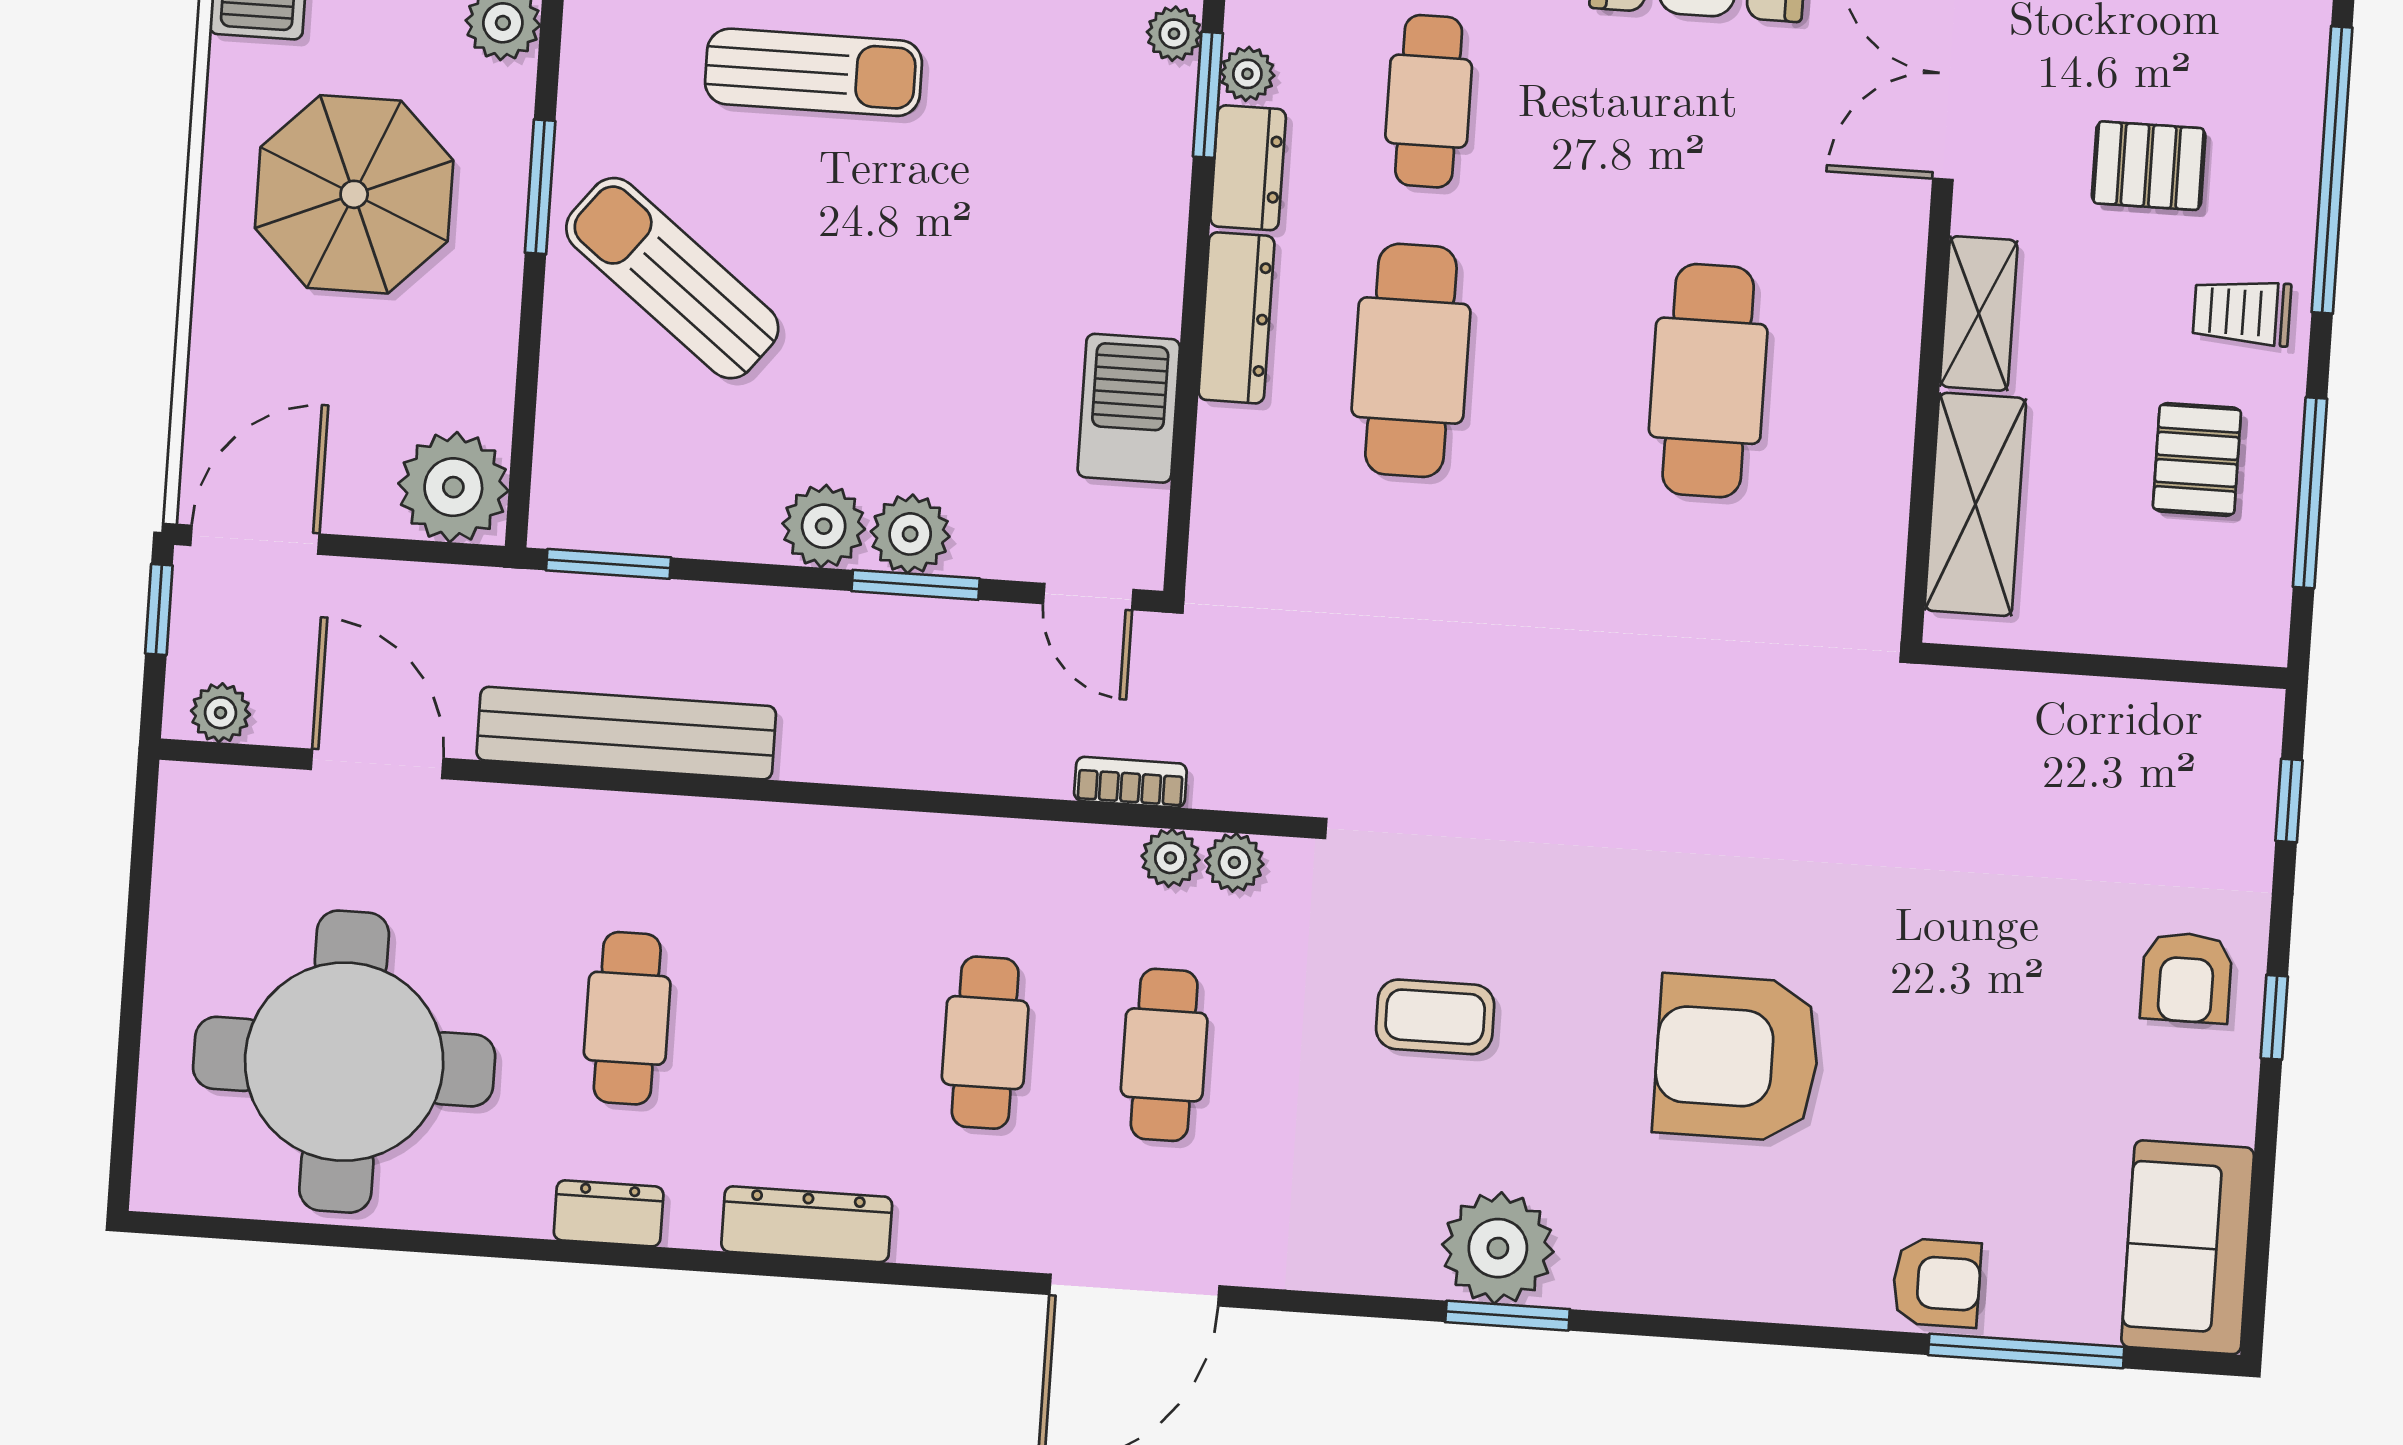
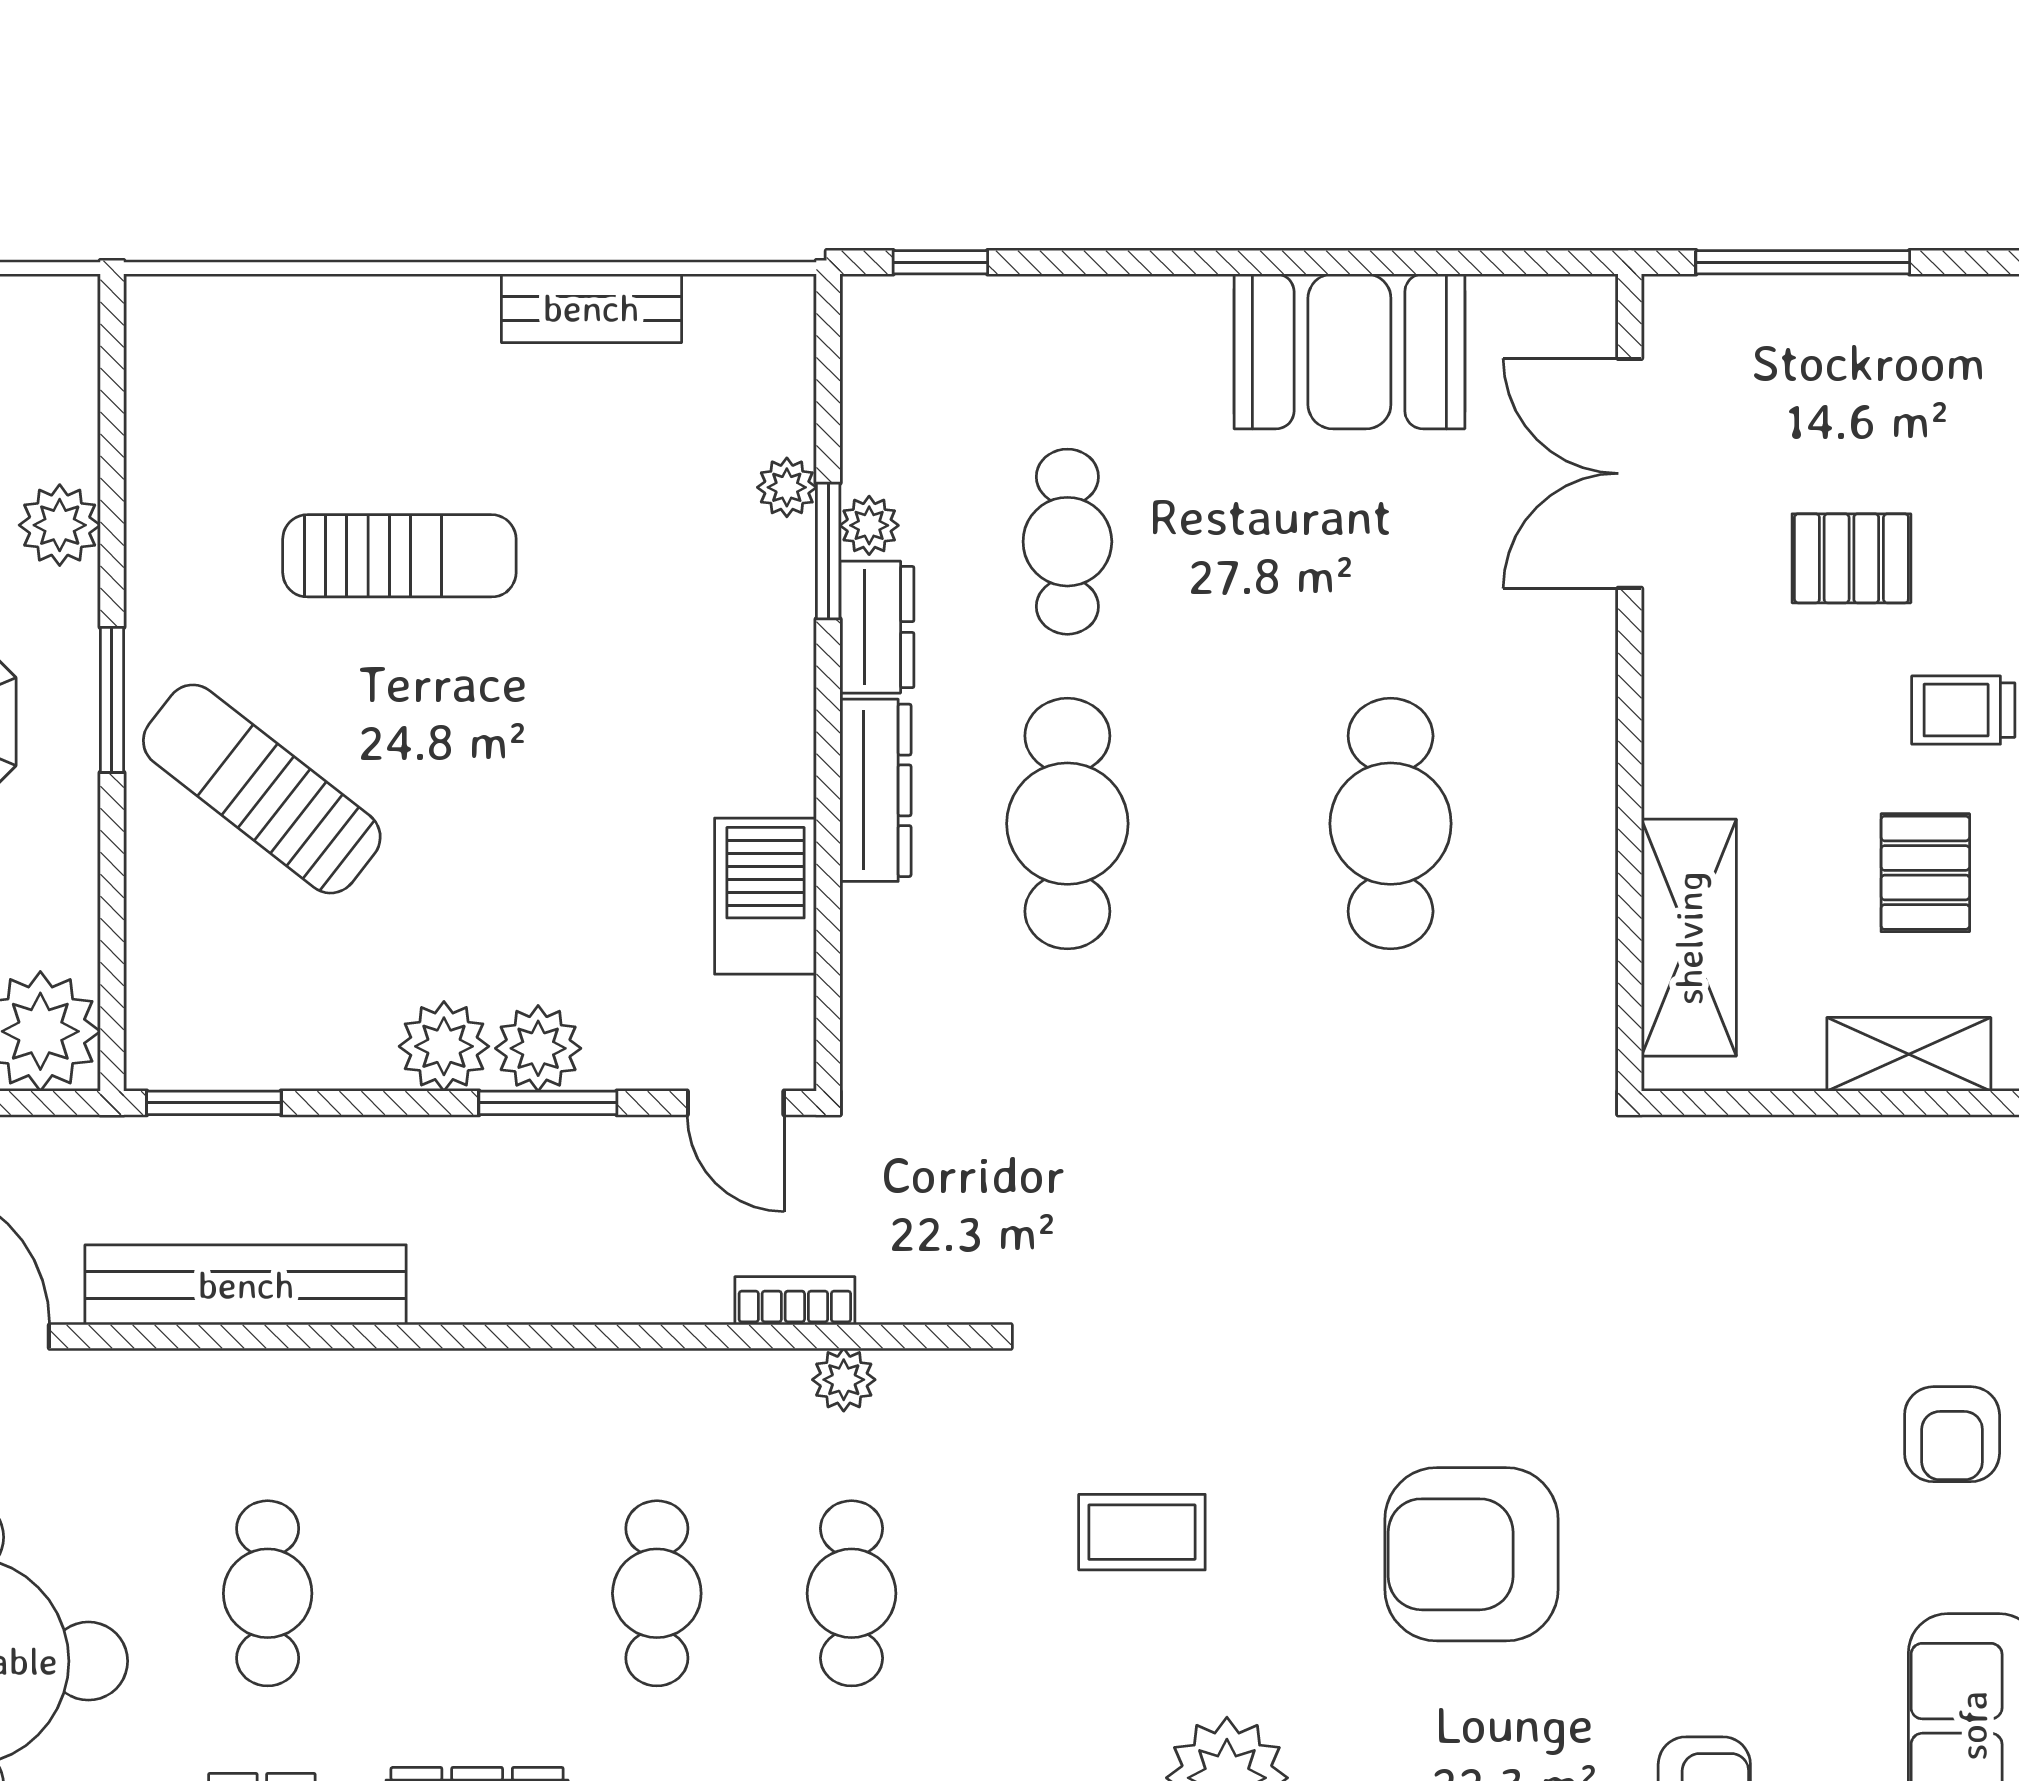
shelving: (1979, 313) -> (1909, 1054), moved, turned 90
plant: (1234, 862) -> (913, 1380), removed

